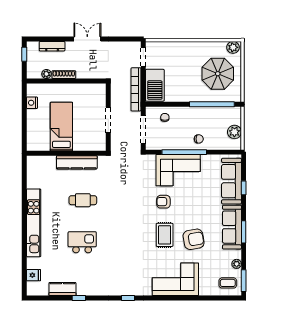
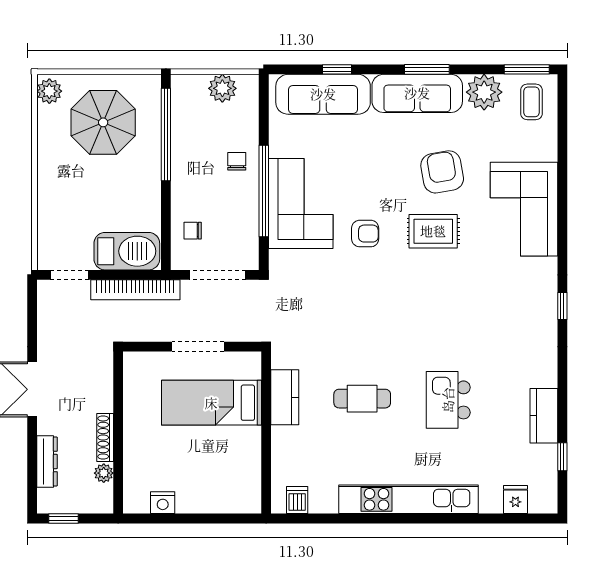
bed: (61, 127) -> (211, 403), moved
kitchen counter: (77, 162) -> (285, 397), width x0.67
dishwasher: (33, 168) -> (297, 500), added
cafe table: (83, 200) -> (362, 399), turned 90
armchair: (163, 202) -> (365, 234), turned -90
plant: (237, 264) -> (484, 92), width x1.87, depth x1.87
kitchen counter: (62, 289) -> (544, 416), moved
window: (79, 298) -> (562, 457), moved

